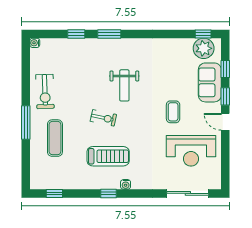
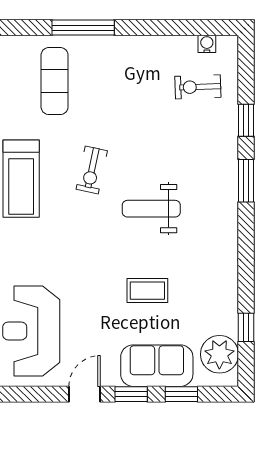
window: (203, 34) -> (246, 327), moved
water cooler: (35, 43) -> (207, 44), moved
exercise bike: (45, 91) -> (198, 87), moved, width x0.73, depth x0.72
coffee table: (173, 112) -> (147, 291), moved
exercise mat: (55, 138) -> (55, 81), turned 90

